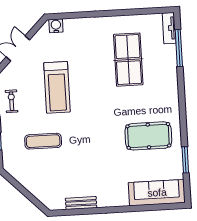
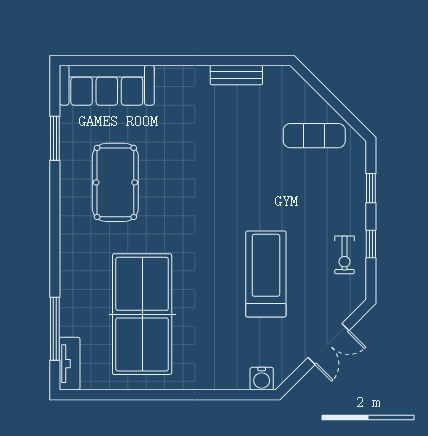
table tennis table: (128, 60) -> (142, 314), width x1.36, depth x1.32
pool table: (148, 136) -> (115, 182), turned 90
exercise mat: (43, 141) -> (314, 136), moved

